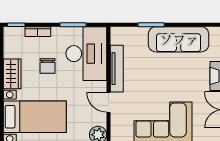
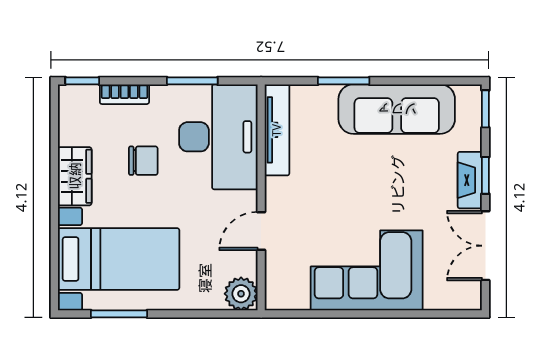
chair: (48, 66) -> (143, 161), turned -90
tv unit: (117, 69) -> (277, 130), moved
door: (108, 102) -> (261, 231), hinge flipped

